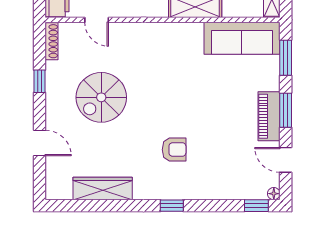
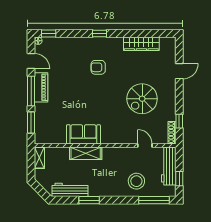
sofa: (242, 38) -> (83, 134), moved, width x0.73
window: (40, 81) -> (179, 121), moved
spiral stairs: (101, 97) -> (142, 99), turned 180
window: (286, 110) -> (31, 91), width x1.44
door: (40, 143) -> (179, 71), swing flipped

